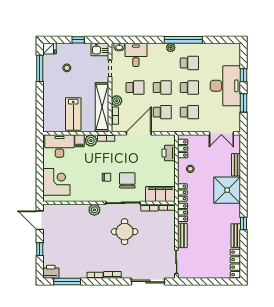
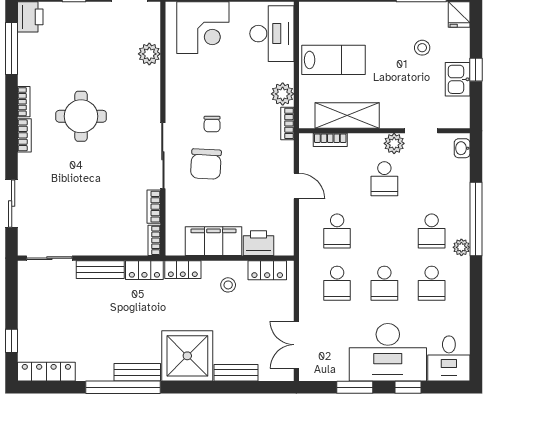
window: (183, 40) -> (476, 219), moved
kitchen sink: (100, 49) -> (458, 79), moved
desk: (136, 55) -> (449, 358), moved, turned 90
school desk: (162, 88) -> (432, 231), moved
plant: (117, 101) -> (394, 143), moved
shelving: (102, 107) -> (347, 115), width x0.68
lab bench: (73, 114) -> (334, 60), turned 180
door: (139, 133) -> (296, 186), width x0.53
filing cabinet: (79, 141) -> (282, 72), removed
chair: (127, 180) -> (206, 164), turned 93
filing cabinet: (160, 194) -> (214, 241), moved, turned -90
plant: (94, 210) -> (149, 54), moved
window: (243, 224) -> (123, 387), width x3.17
round table: (125, 232) -> (81, 116), moved
bench: (236, 236) -> (137, 372), moved
sliding door: (148, 282) -> (12, 204), width x0.73
window: (219, 282) -> (12, 341), added

